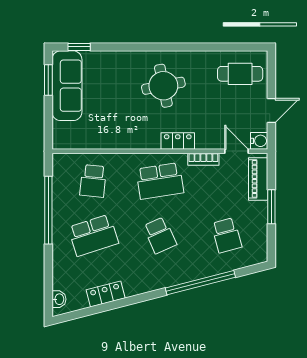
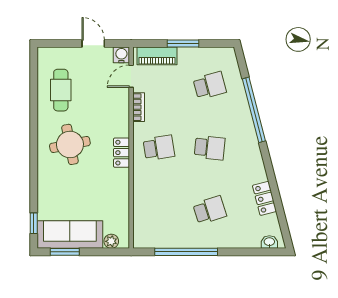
cafe table: (240, 74) -> (61, 90), moved
plant: (60, 130) -> (111, 241), added
locker: (178, 141) -> (122, 153), moved
school desk: (93, 181) -> (159, 210), removed
school desk: (160, 181) -> (159, 148), width x0.54
school desk: (93, 235) -> (210, 210), width x0.54
school desk: (160, 235) -> (210, 148), turned 30

